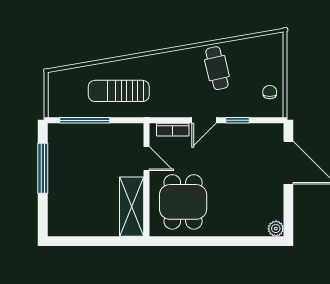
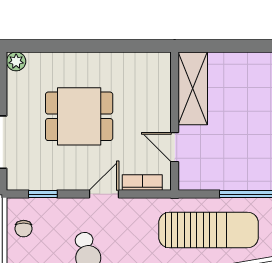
sun lounger: (119, 91) -> (208, 230), width x1.36, depth x1.34
window: (238, 120) -> (43, 194), moved
dining table: (183, 202) -> (79, 116), moved, turned 90

